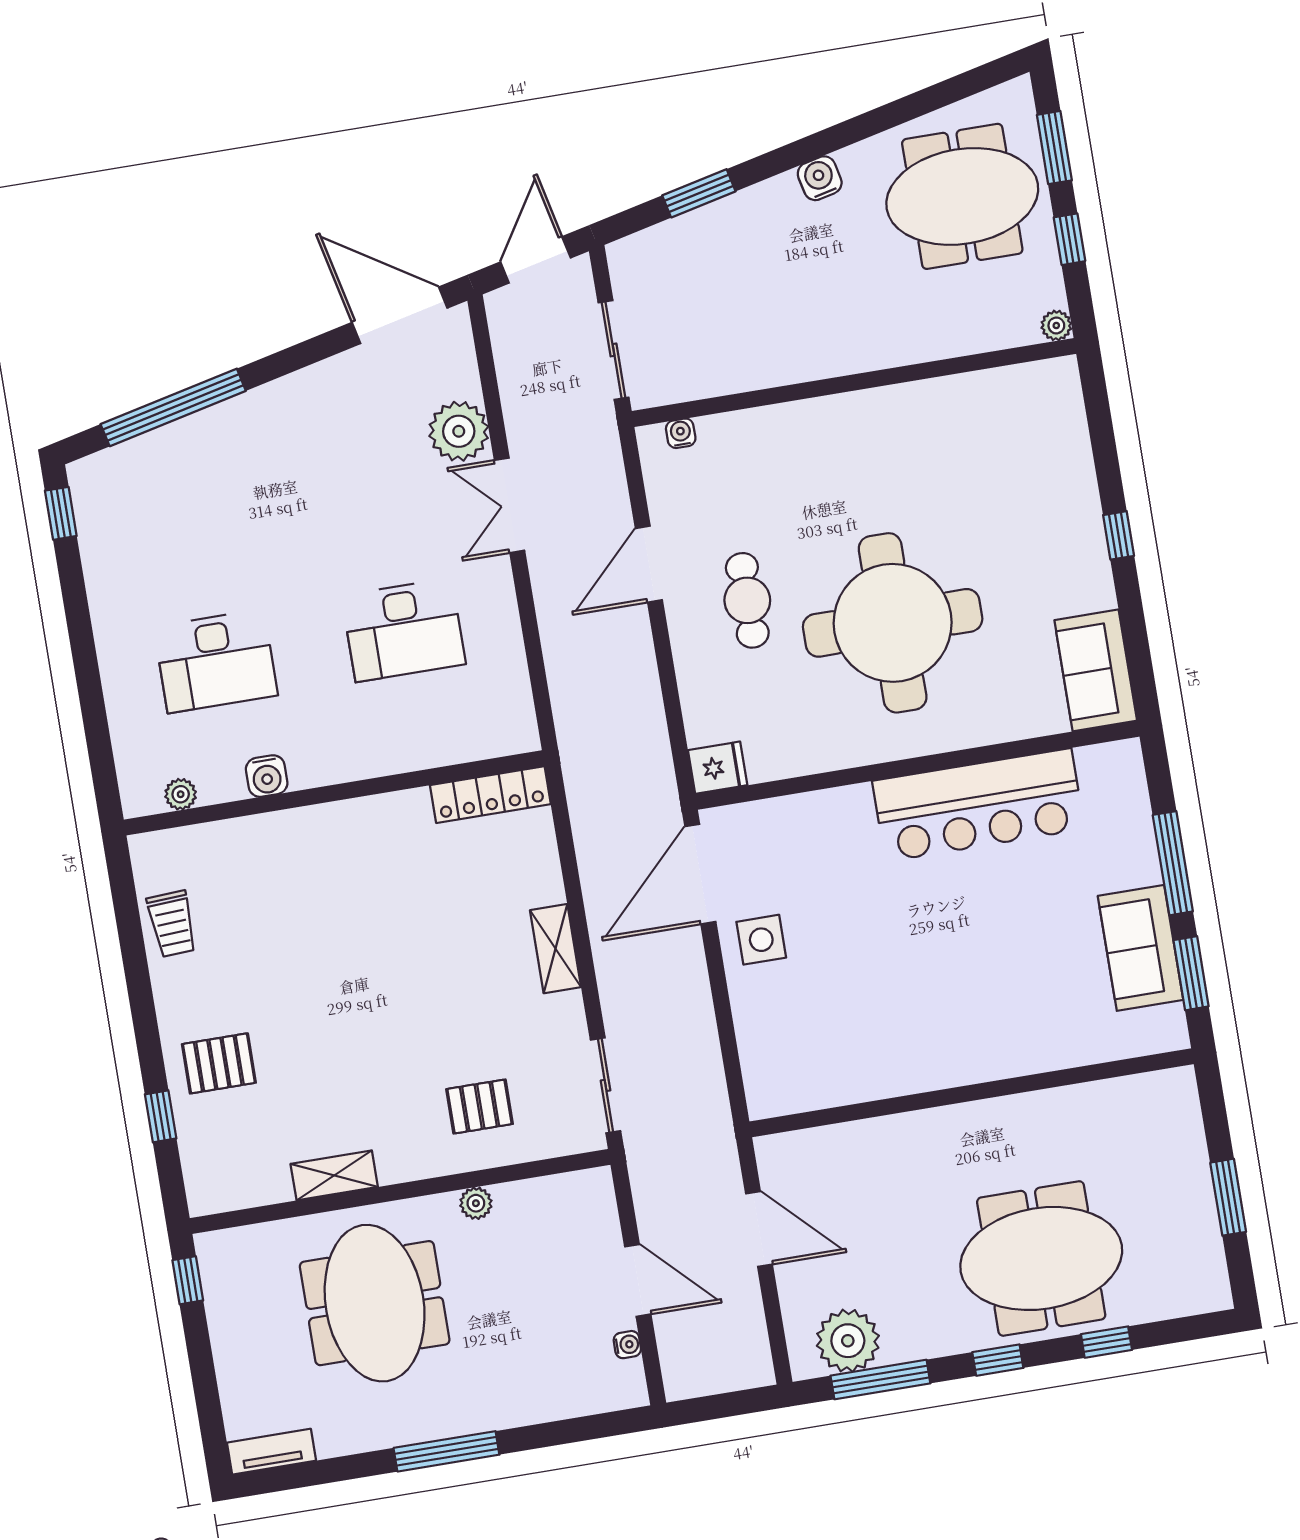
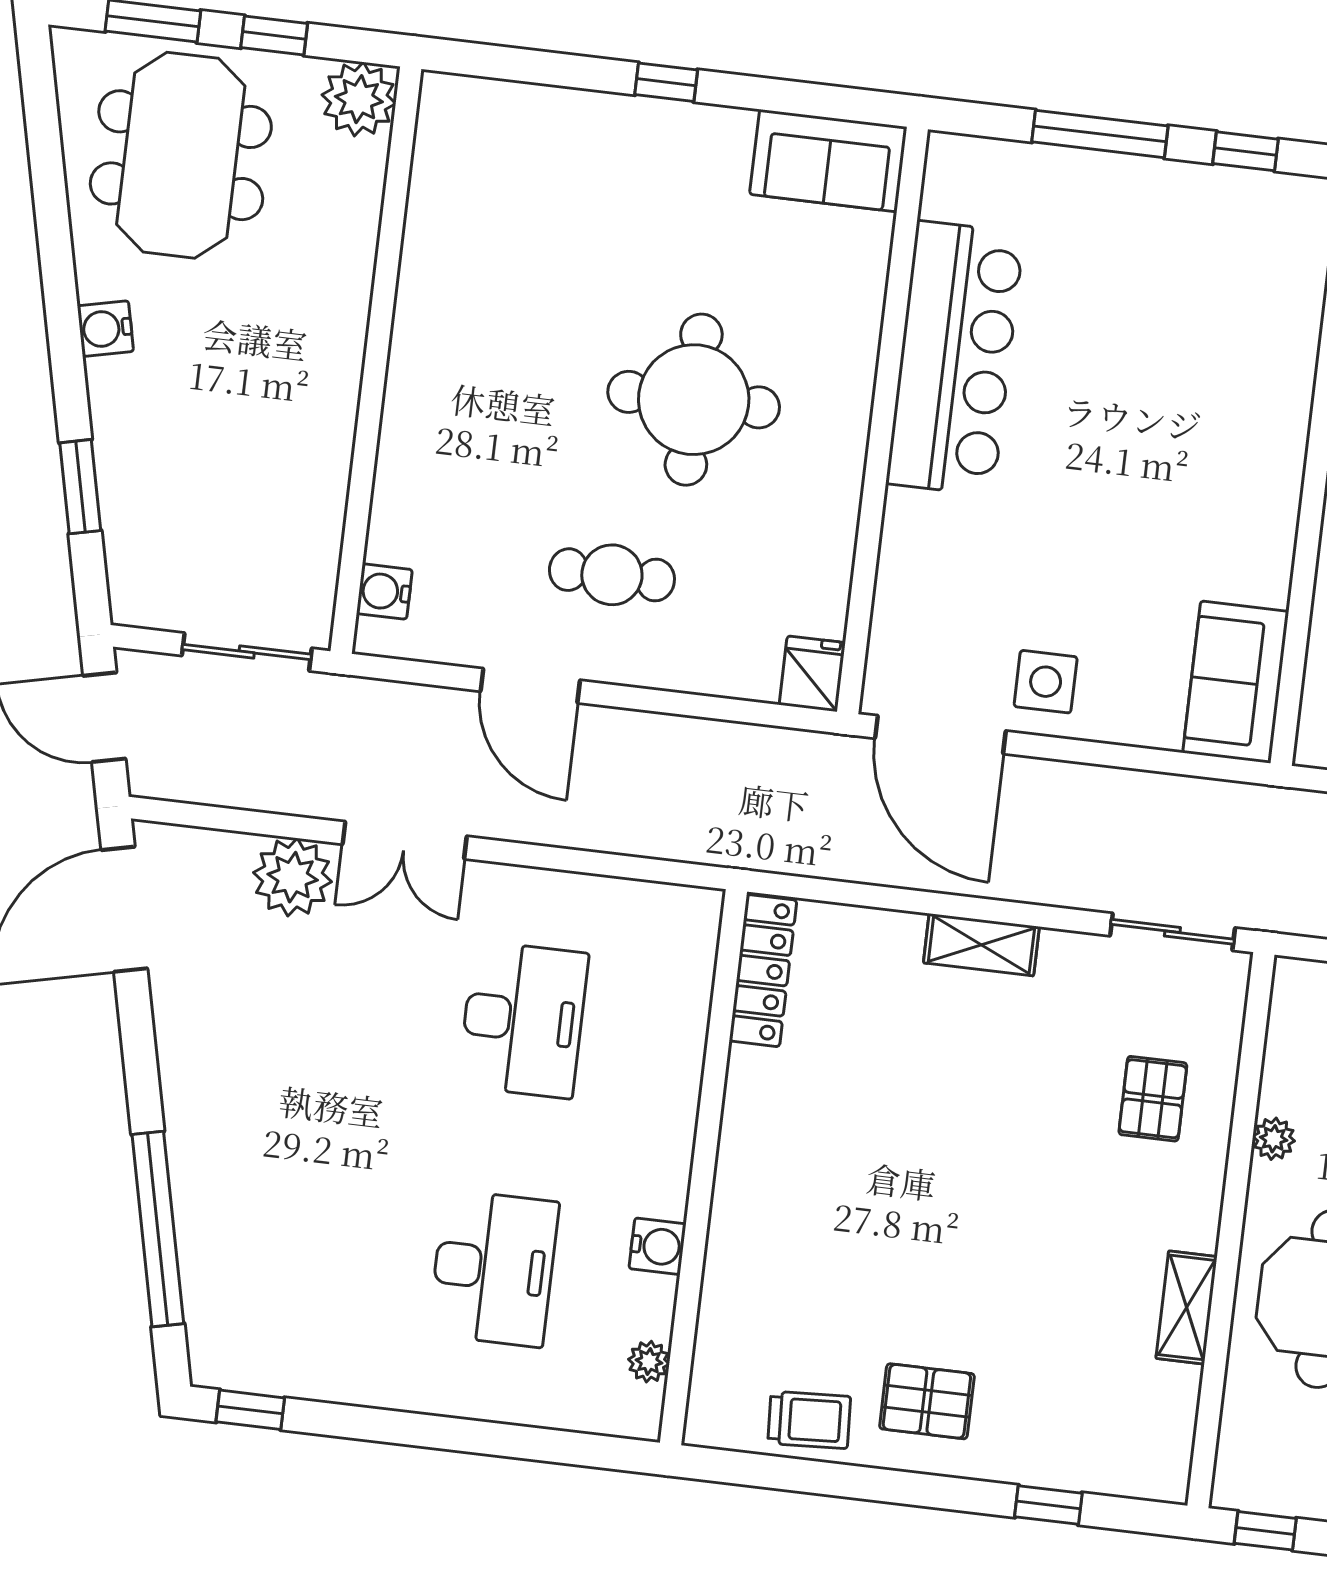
plant: (1056, 325) -> (359, 99), width x1.87, depth x1.87
water cooler: (681, 433) -> (384, 592), width x1.38, depth x1.38
round table: (893, 623) -> (694, 400), width x0.73, depth x0.73
sofa: (1140, 948) -> (1236, 682), moved, turned 90
window: (1191, 973) -> (1246, 151), width x0.67
pallet: (219, 1063) -> (927, 1401), moved, turned 90

